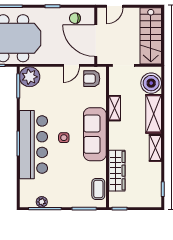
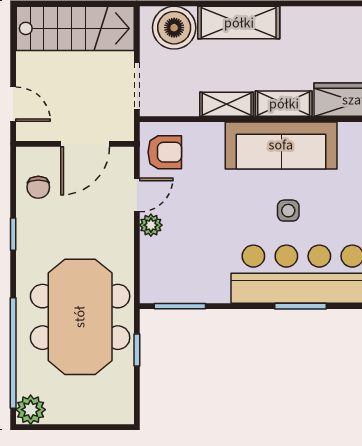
door: (96, 41) -> (85, 144), width x0.73
door: (71, 65) -> (137, 195), hinge flipped
plant: (30, 77) -> (151, 225), moved, width x0.53, depth x0.53
armchair: (92, 79) -> (165, 152), turned -90
shelving: (155, 148) -> (284, 104), moved

